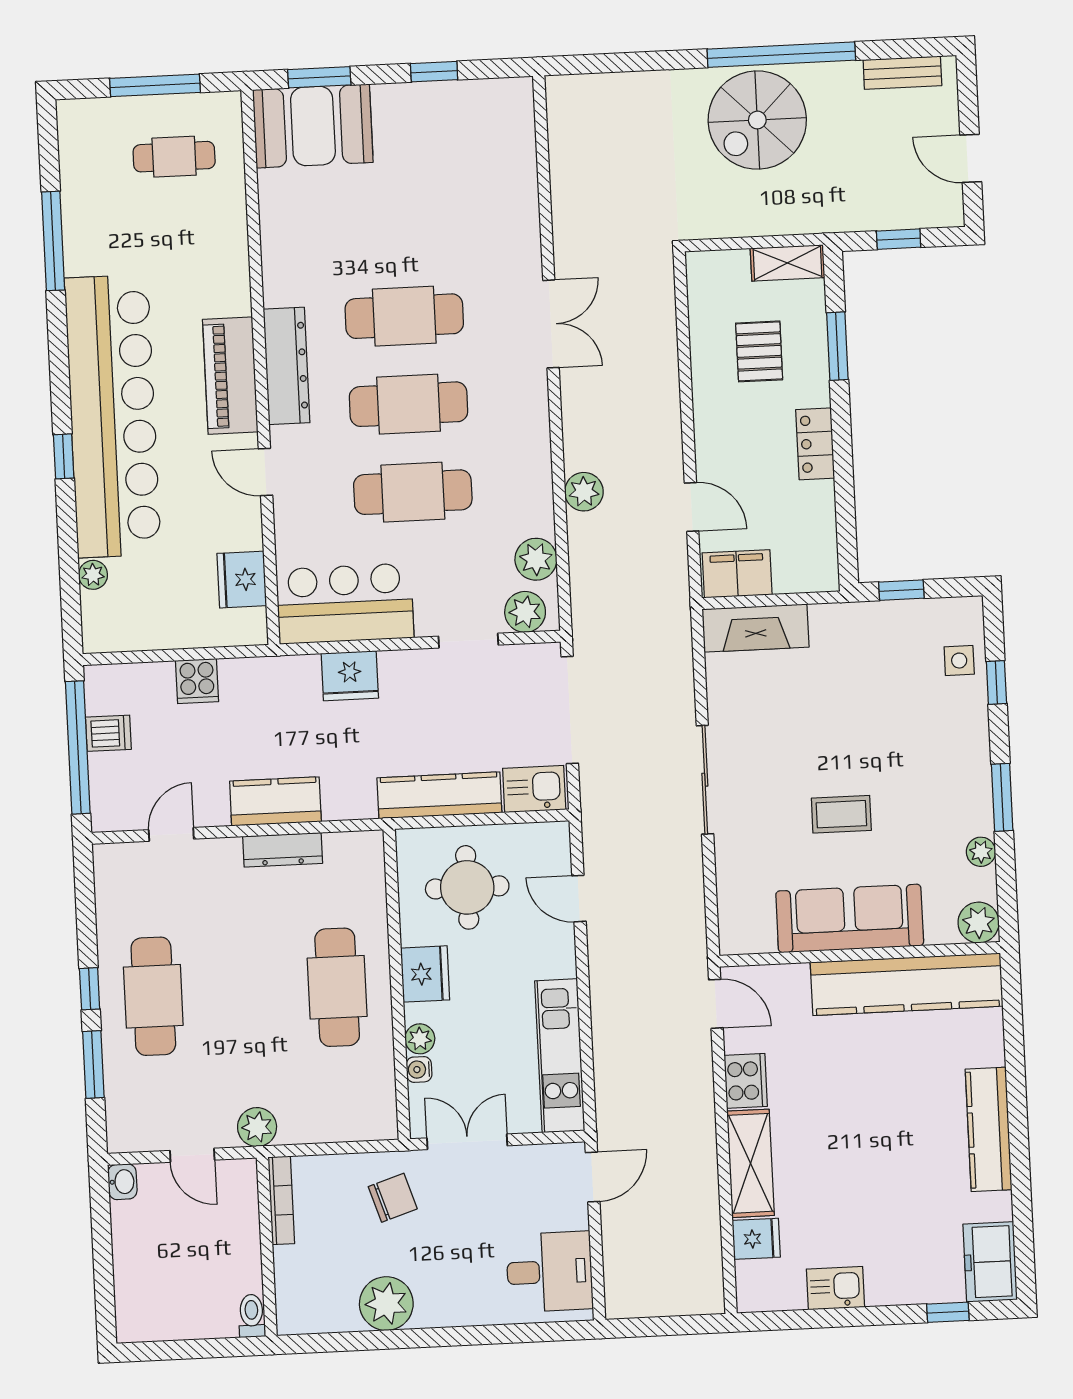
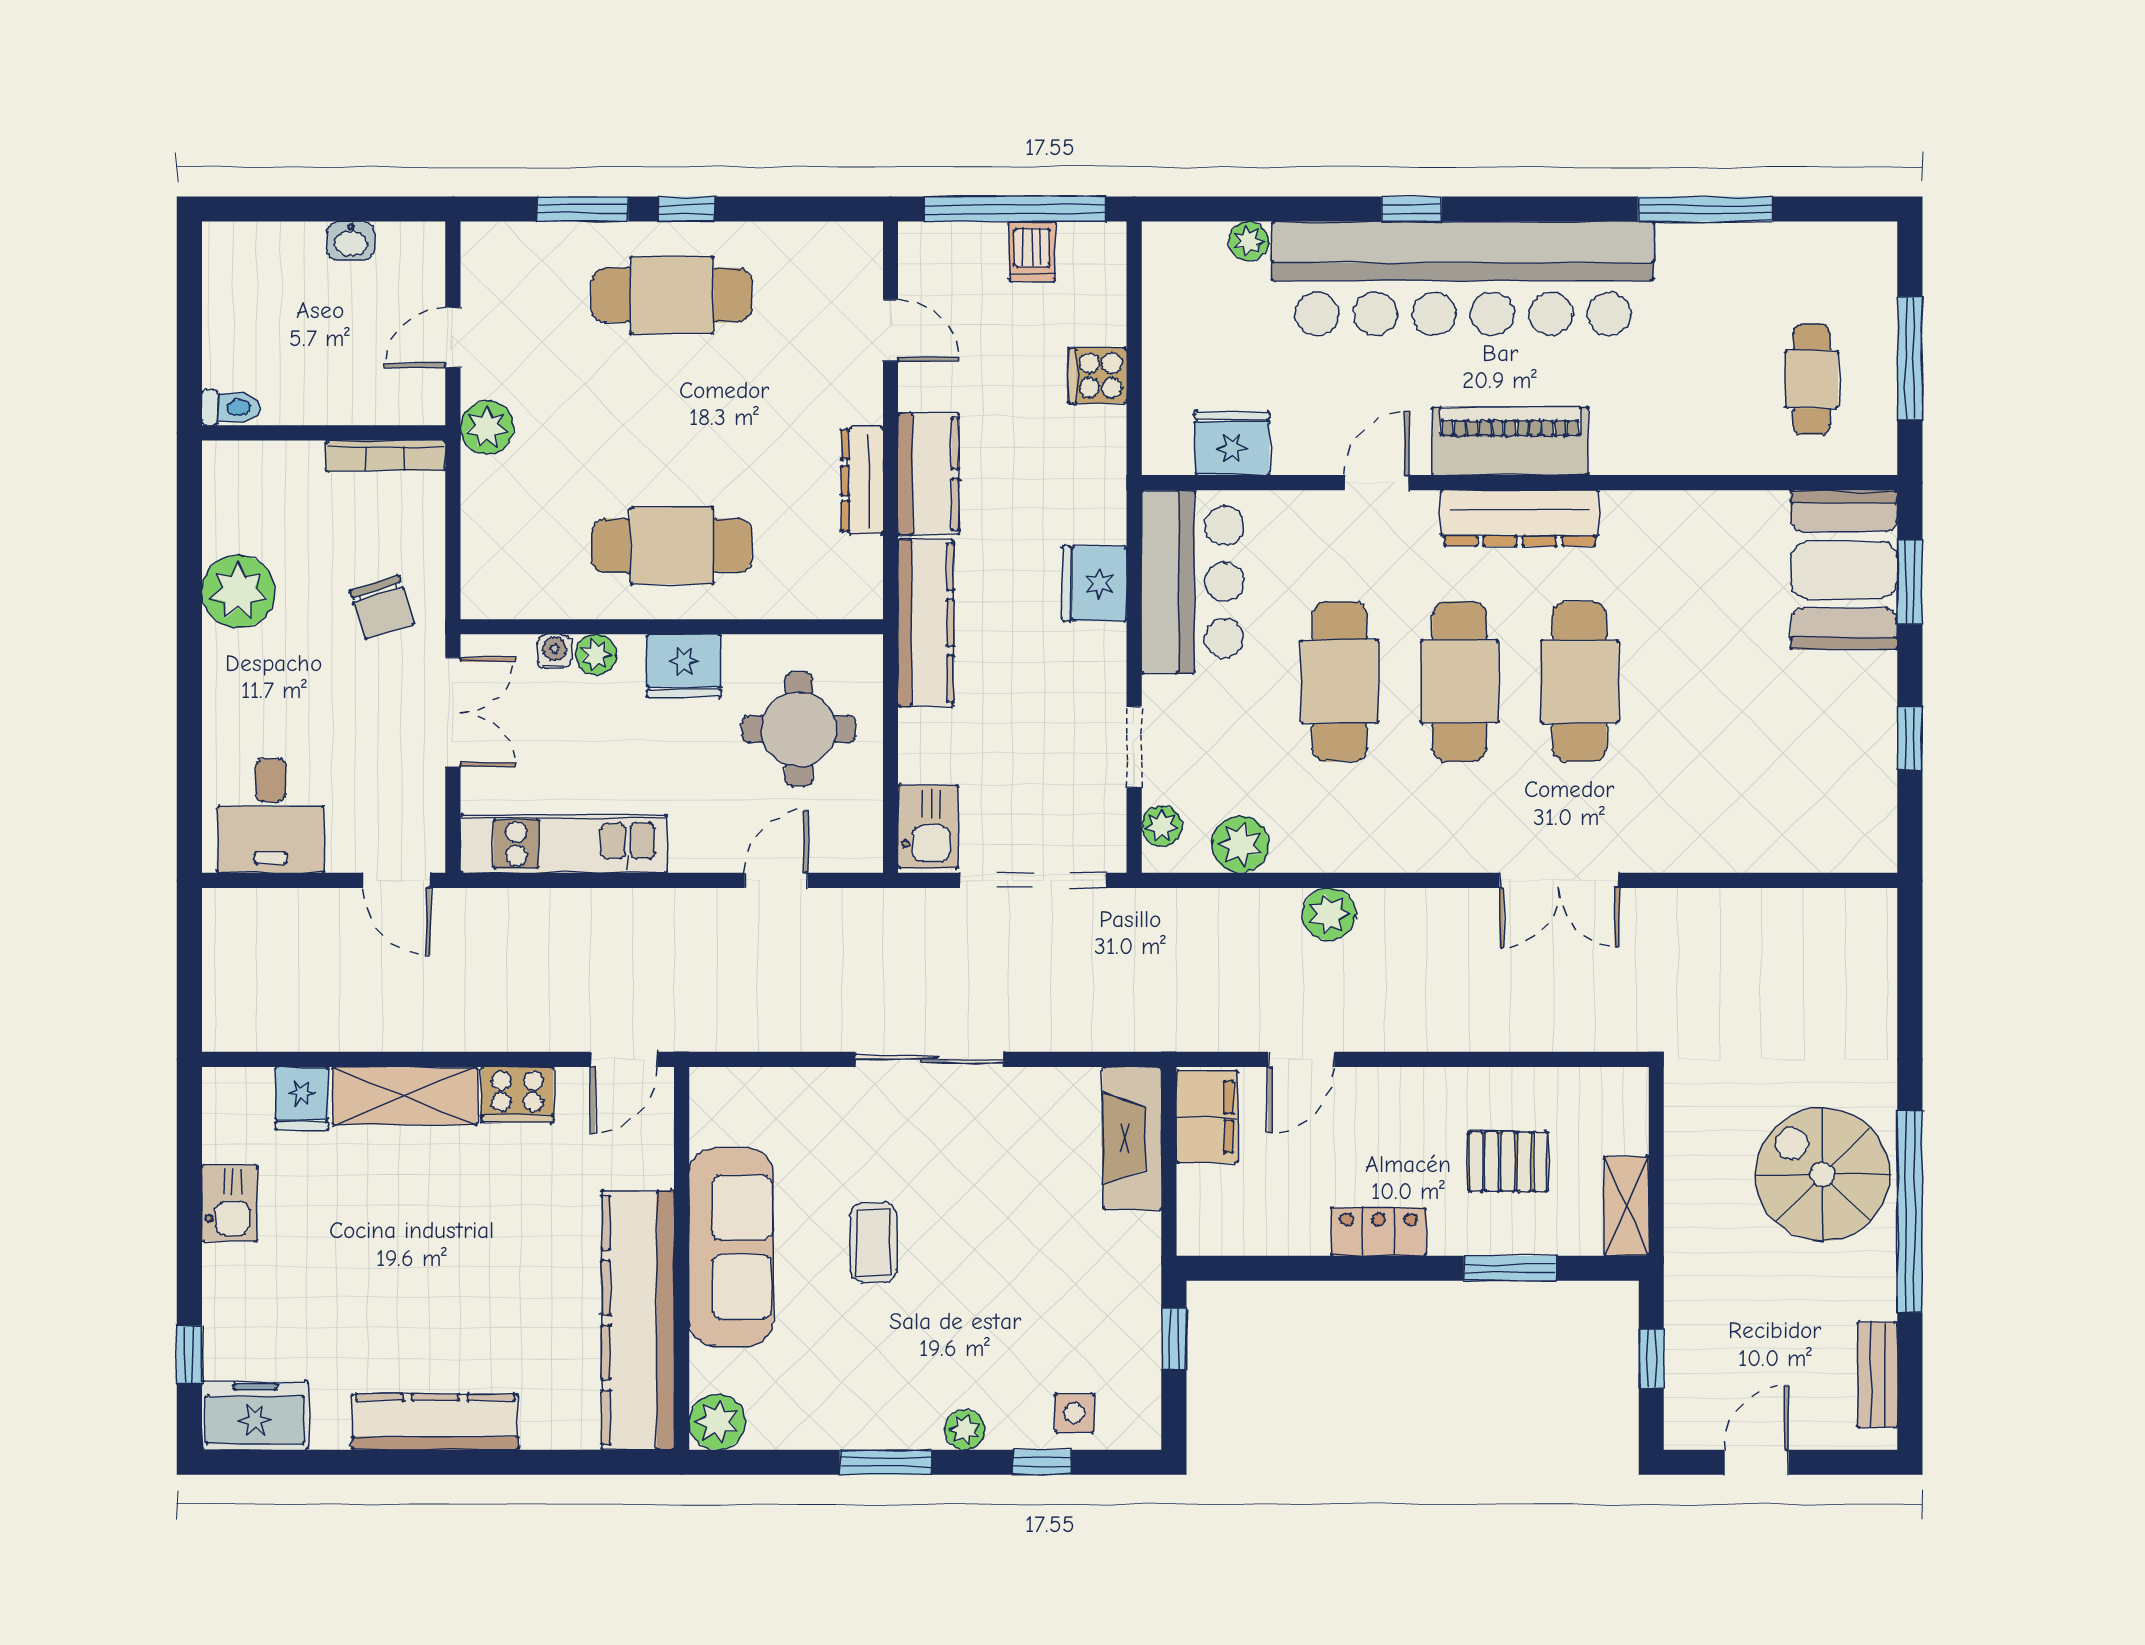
plant: (525, 612) -> (1162, 826), width x0.73, depth x0.73
kitchen counter: (439, 795) -> (926, 623), moved
plant: (981, 852) -> (965, 1430), moved
washbasin: (122, 1182) -> (351, 241), moved

